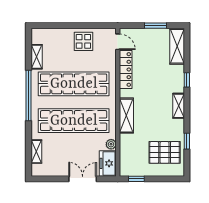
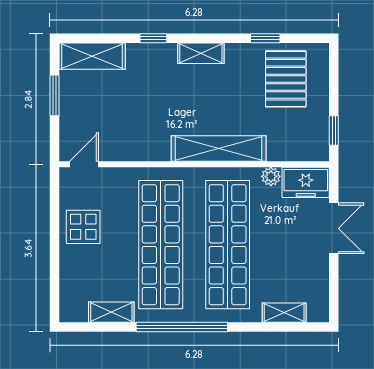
locker: (126, 69) -> (135, 150), removed
shelving: (126, 116) -> (219, 149), width x1.47
double door: (83, 179) -> (334, 228), swing flipped

